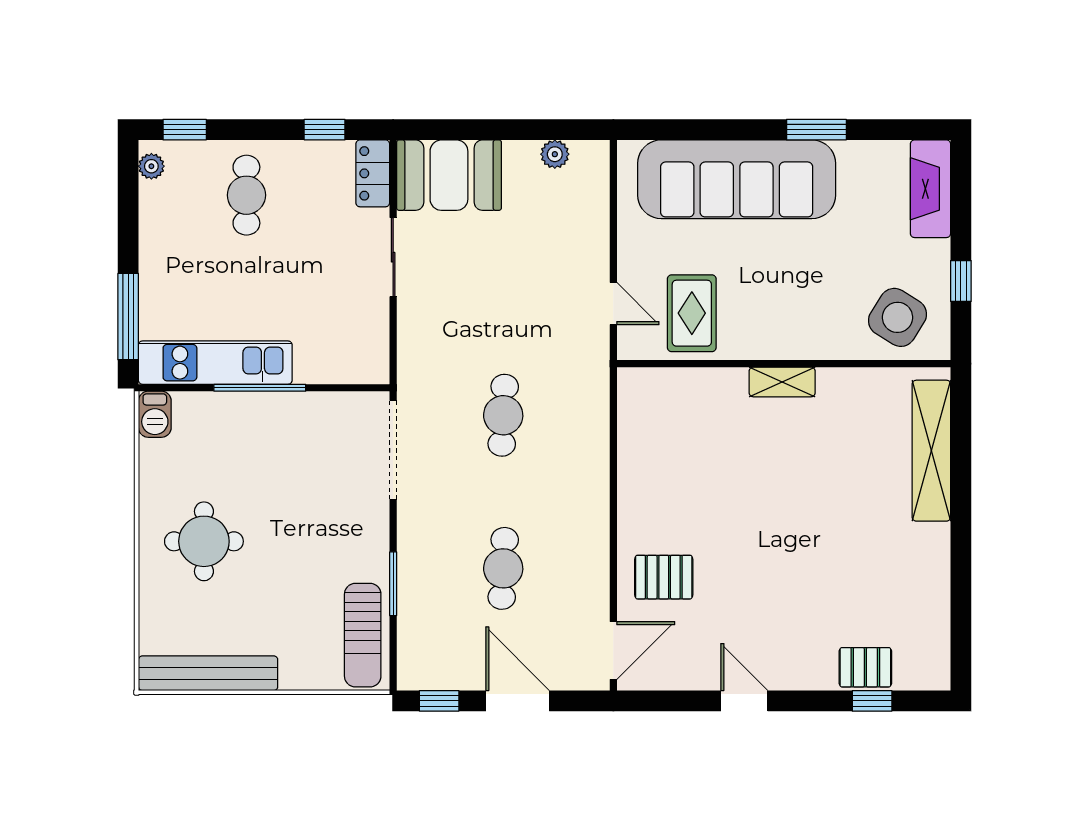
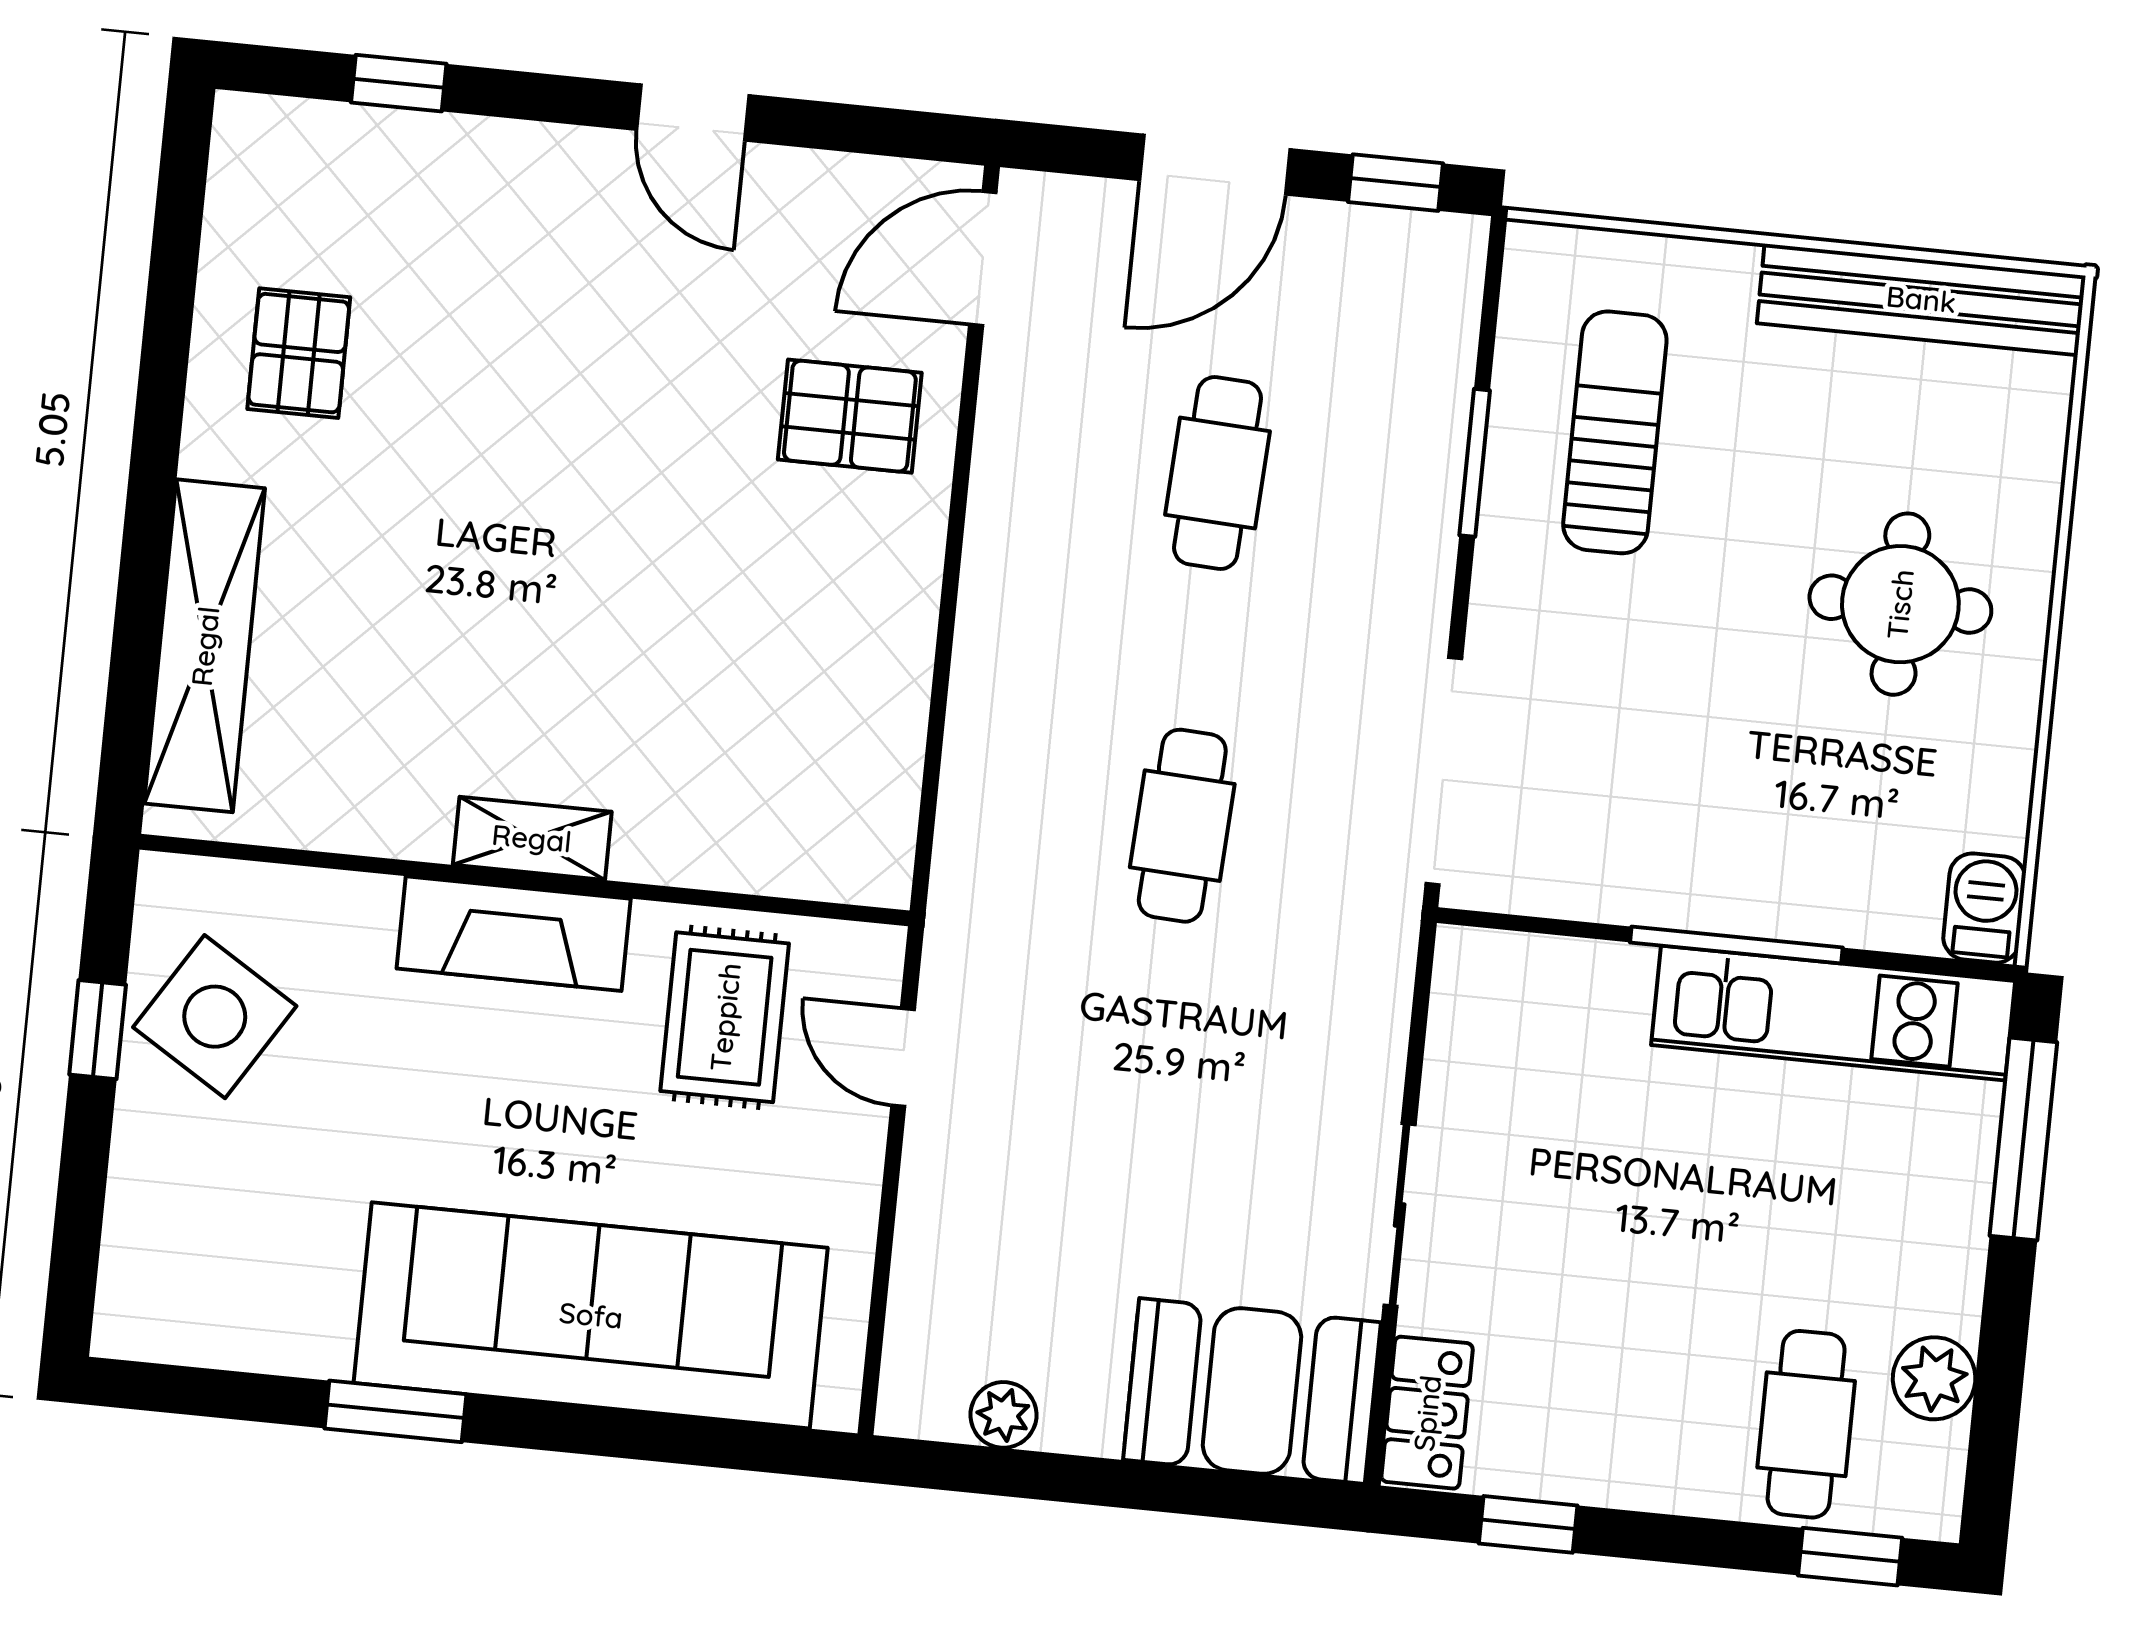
plant: (151, 166) -> (1934, 1378), moved, width x1.38, depth x1.38
fireplace: (930, 189) -> (514, 934), moved, turned 90
cafe table: (246, 195) -> (1806, 1424), moved
side table: (897, 317) -> (215, 1017), moved
sun lounger: (363, 635) -> (1615, 432), moved
pallet: (865, 667) -> (299, 353), moved, turned 90
door: (518, 701) -> (1215, 165), hinge flipped

